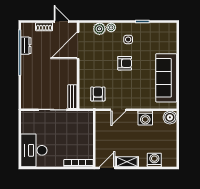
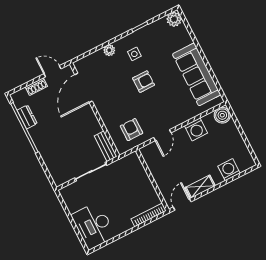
plant: (99, 29) -> (174, 19), moved

